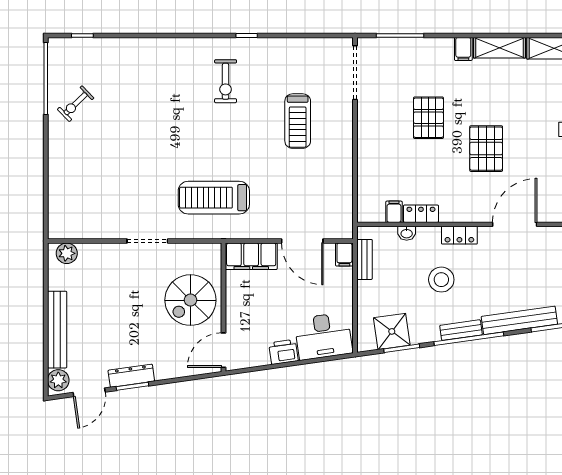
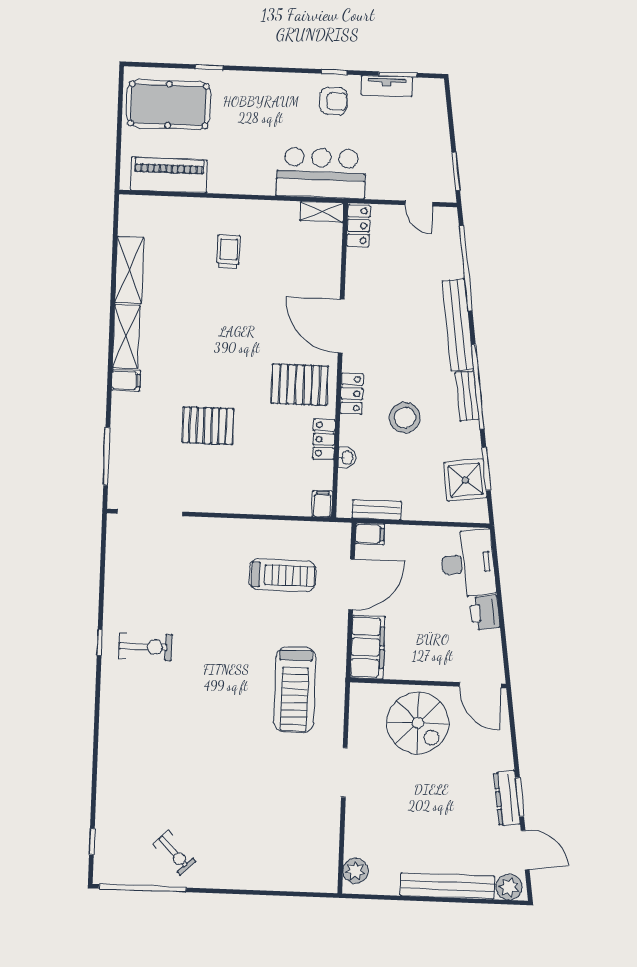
exercise bike: (226, 81) -> (145, 647), moved
treadmill: (298, 121) -> (282, 575), moved
pallet: (486, 149) -> (300, 385), moved
filing cabinet: (394, 212) -> (322, 504), moved, turned 90

